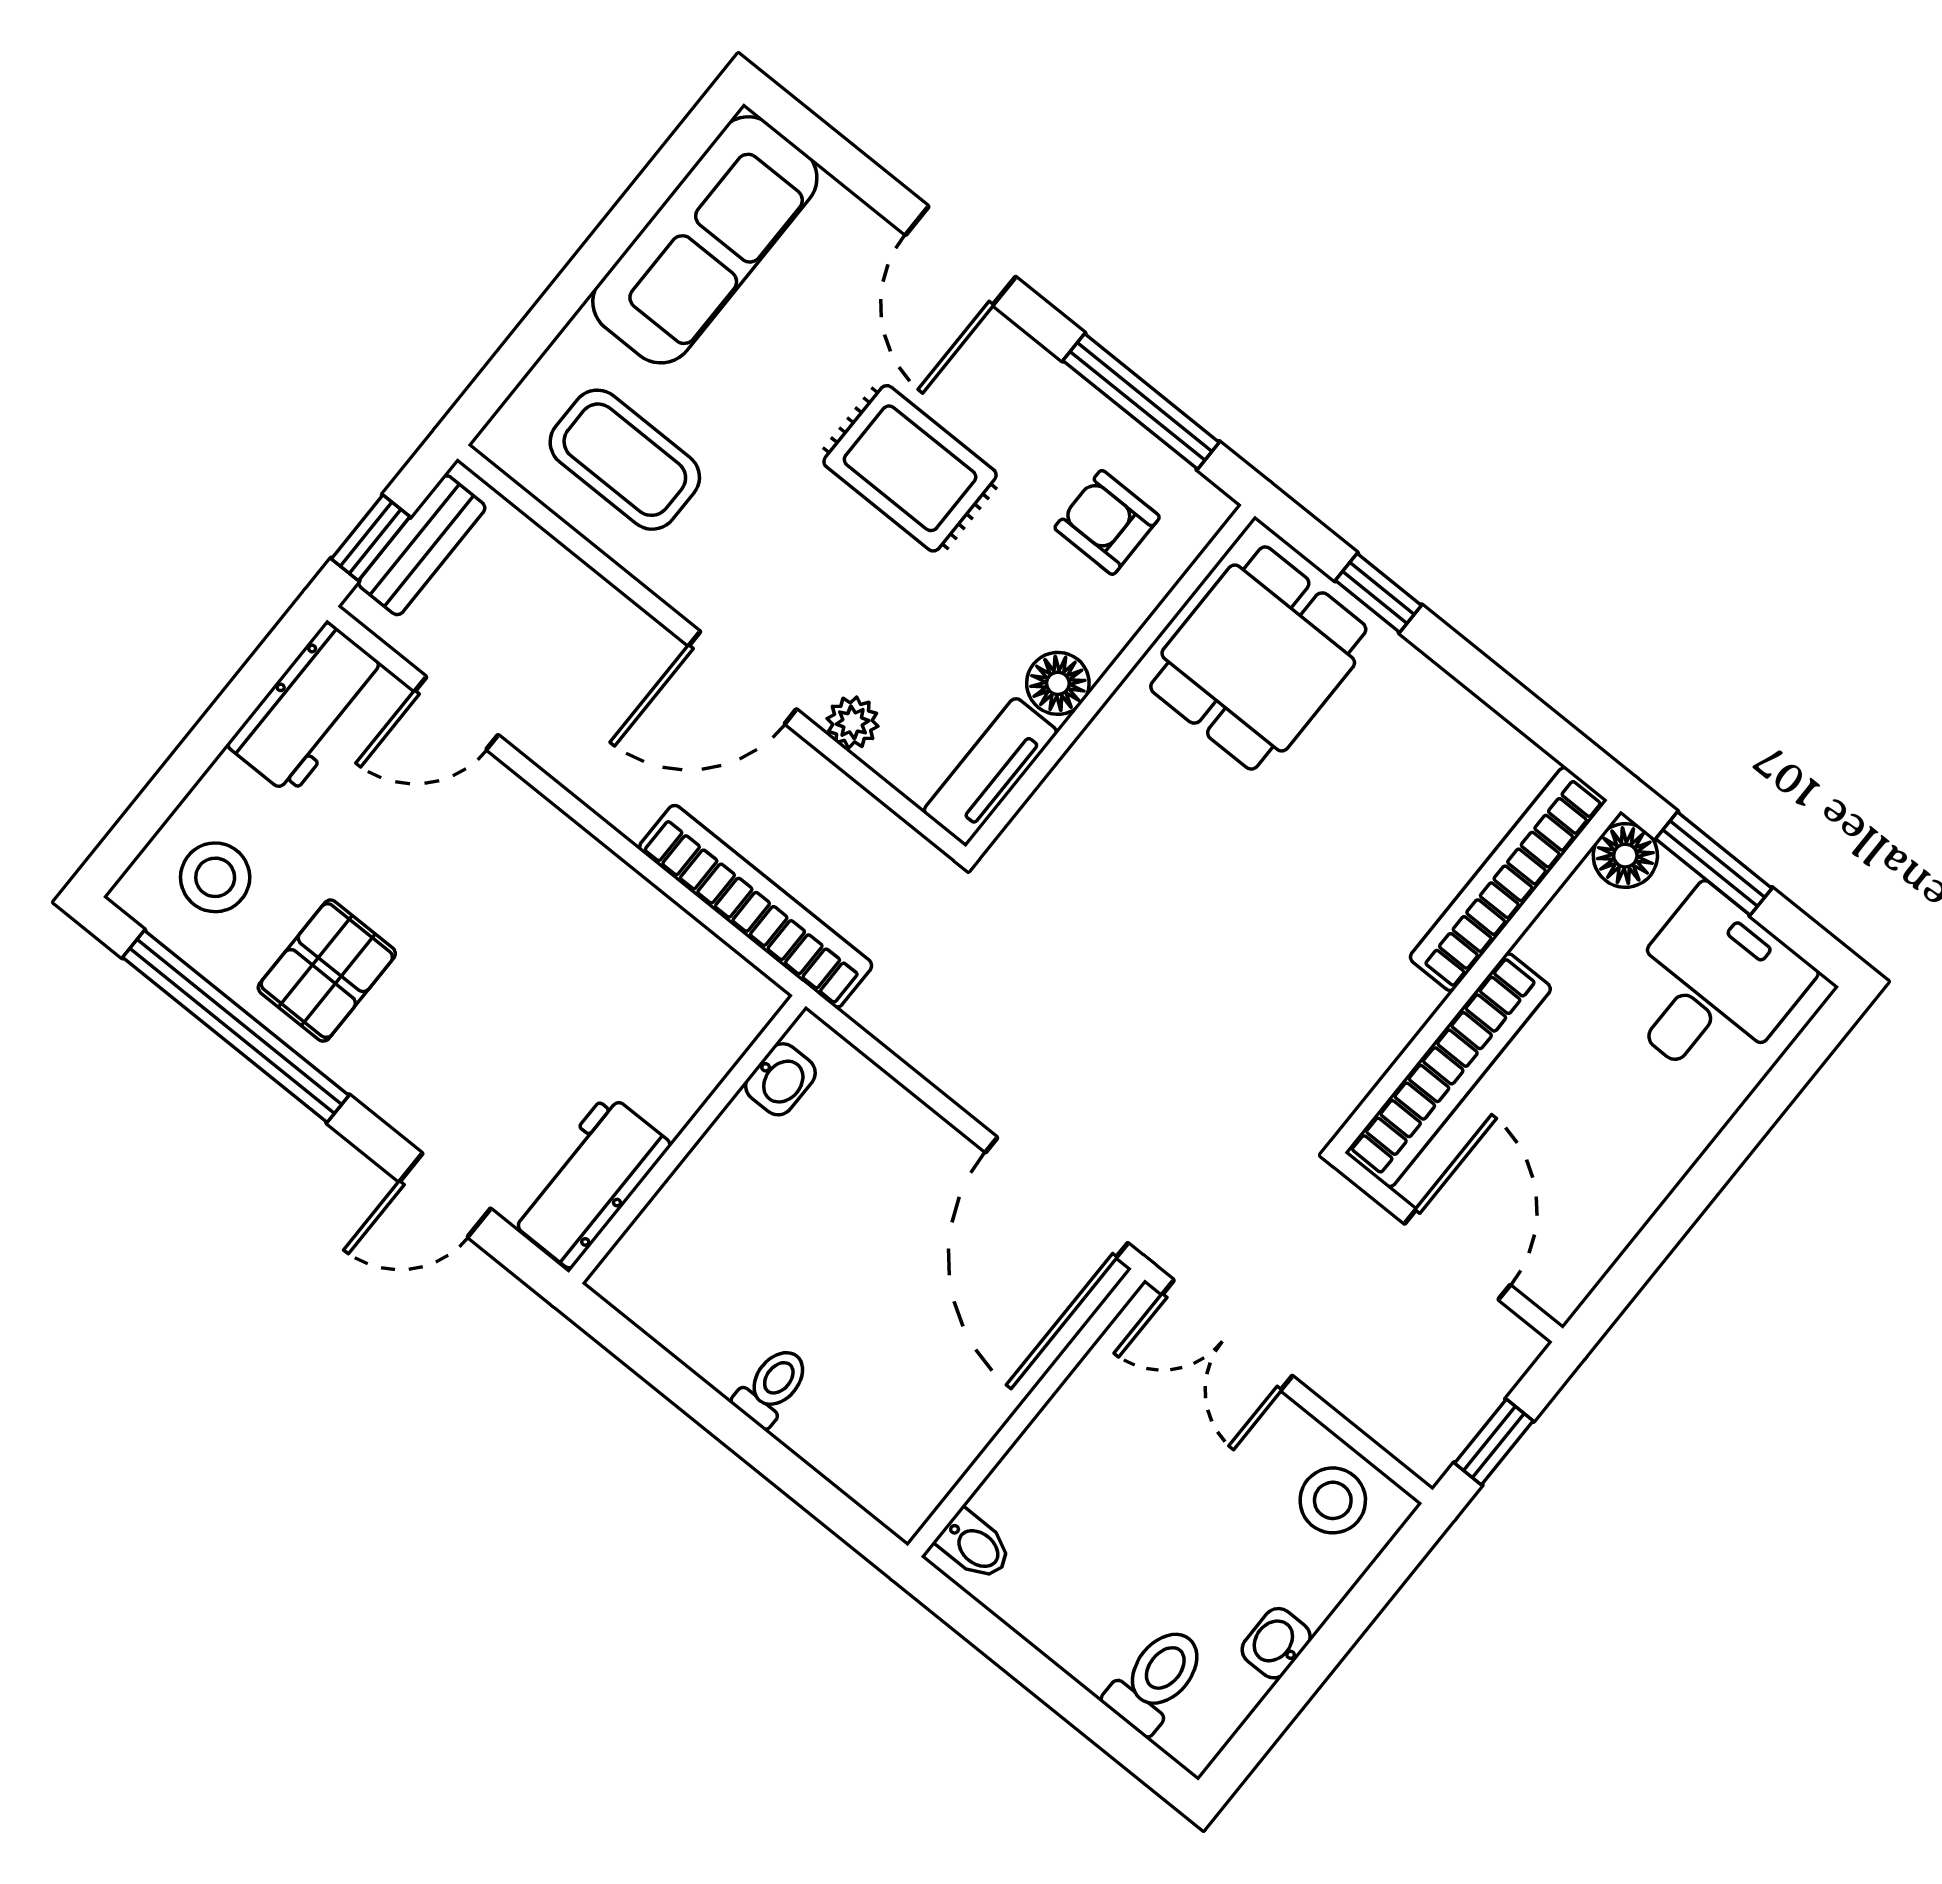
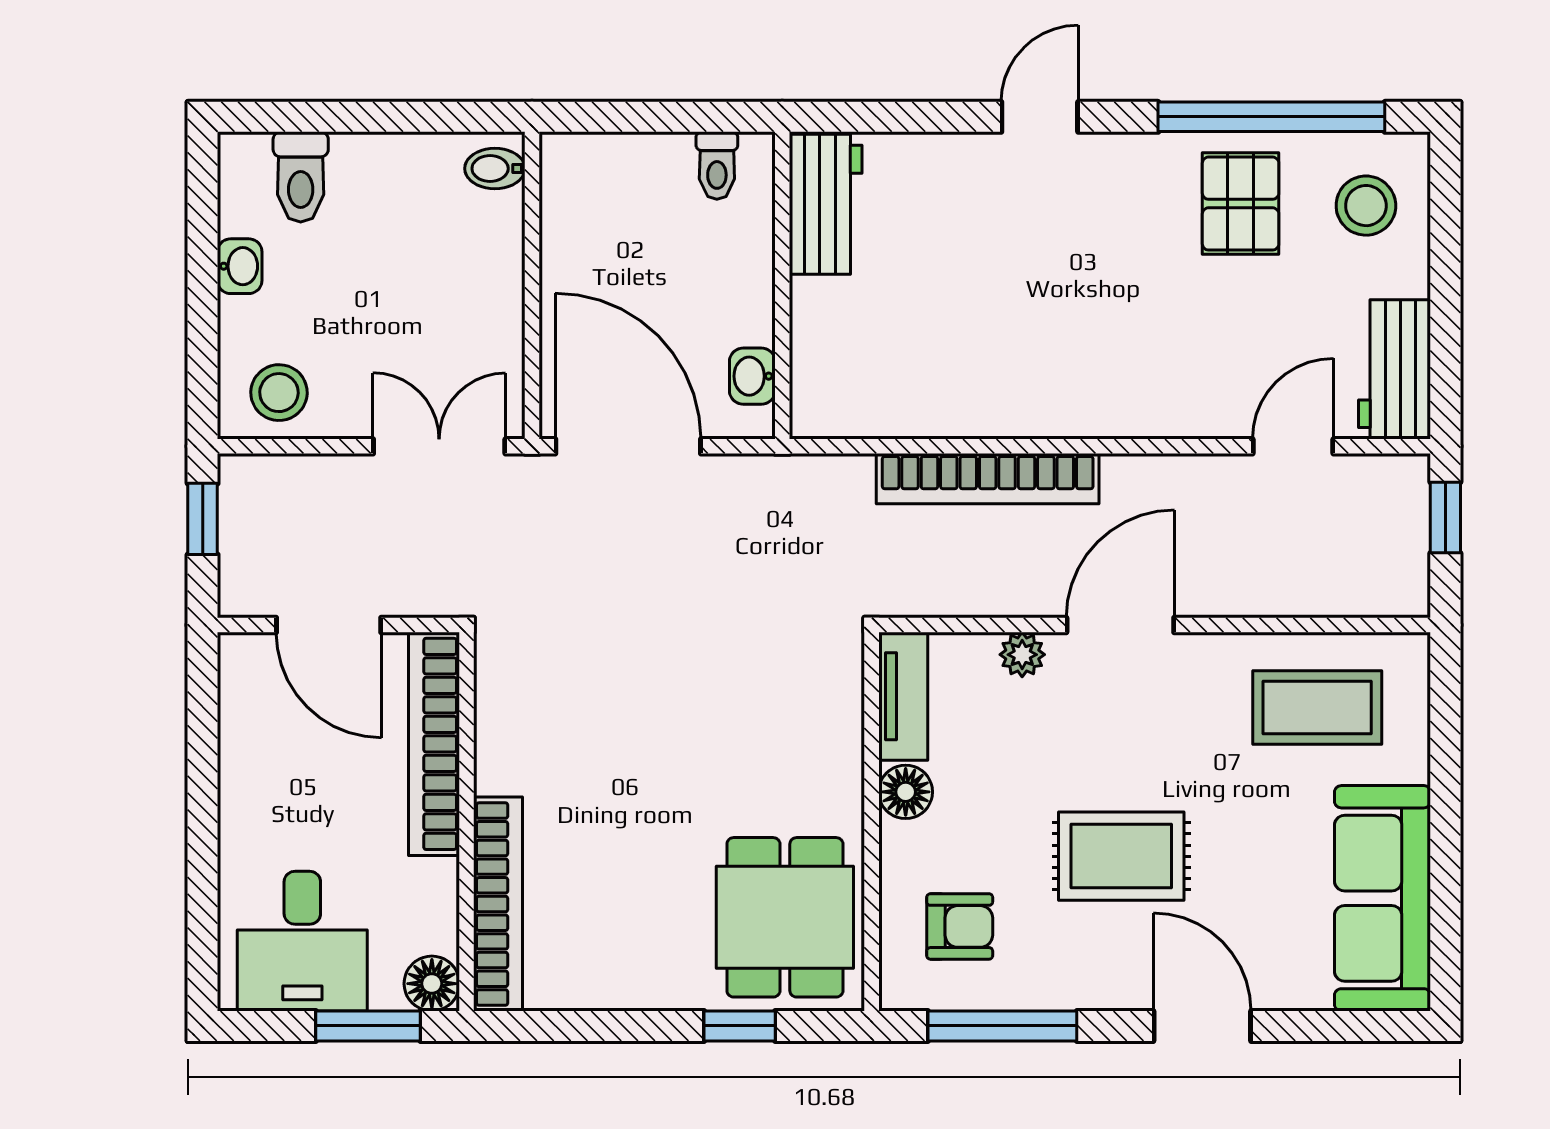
bench: (422, 545) -> (1407, 540), removed
washbasin: (780, 1079) -> (752, 376), moved
wall: (687, 1139) -> (782, 285), moved
workbench: (589, 1181) -> (826, 204), moved

